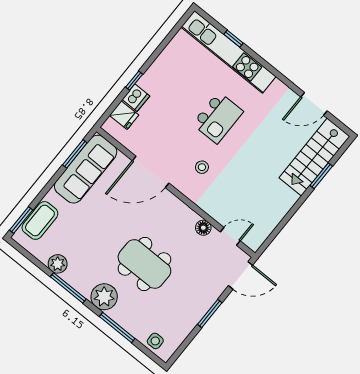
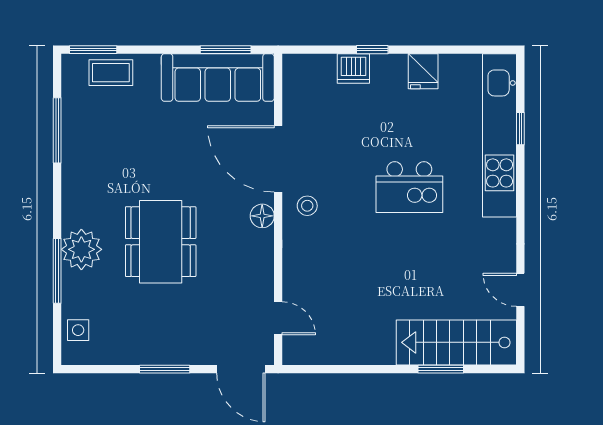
door: (314, 104) -> (520, 290), width x0.73
fridge: (124, 115) -> (423, 71), moved
stool: (202, 167) -> (307, 206), moved
coffee table: (40, 220) -> (111, 73), width x0.73, depth x0.77
floor lamp: (203, 228) -> (262, 216), moved
plant: (58, 264) -> (76, 137), removed
window: (68, 288) -> (57, 130), moved
plant: (104, 297) -> (81, 249), moved

